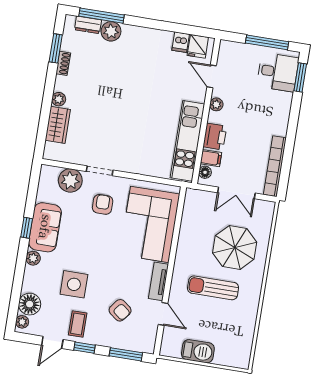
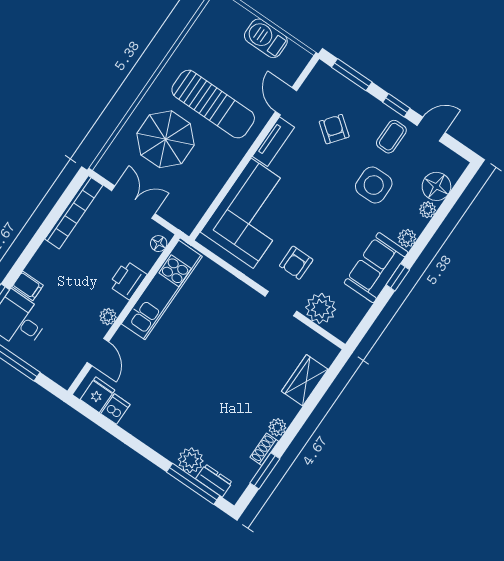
plant: (59, 99) -> (277, 427), moved
filing cabinet: (211, 158) -> (28, 286), moved, turned 180
sun lounger: (213, 288) -> (213, 104), width x1.36, depth x1.34
plant: (22, 322) -> (428, 210), moved

